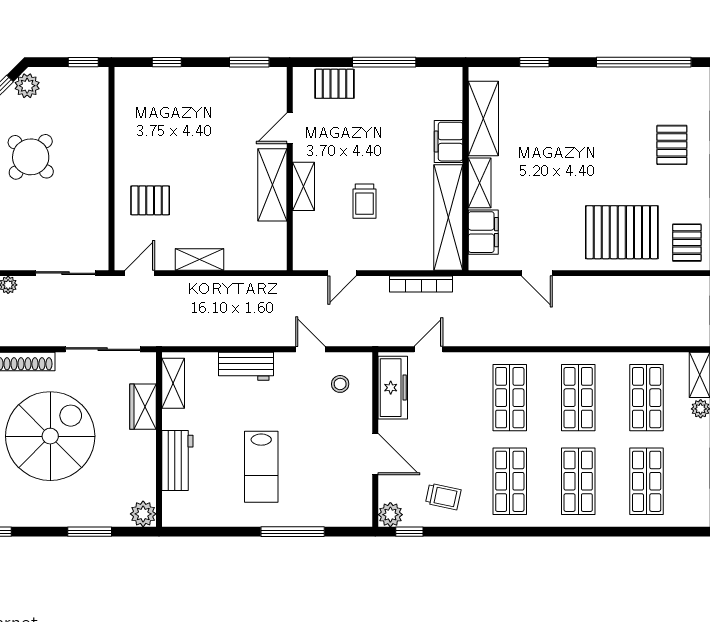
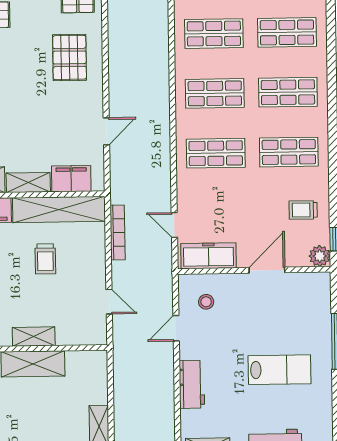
trolley: (365, 201) -> (45, 259), moved, turned 90
pallet: (622, 232) -> (70, 57), width x0.73, depth x0.71
trolley: (443, 497) -> (303, 210), turned -102

